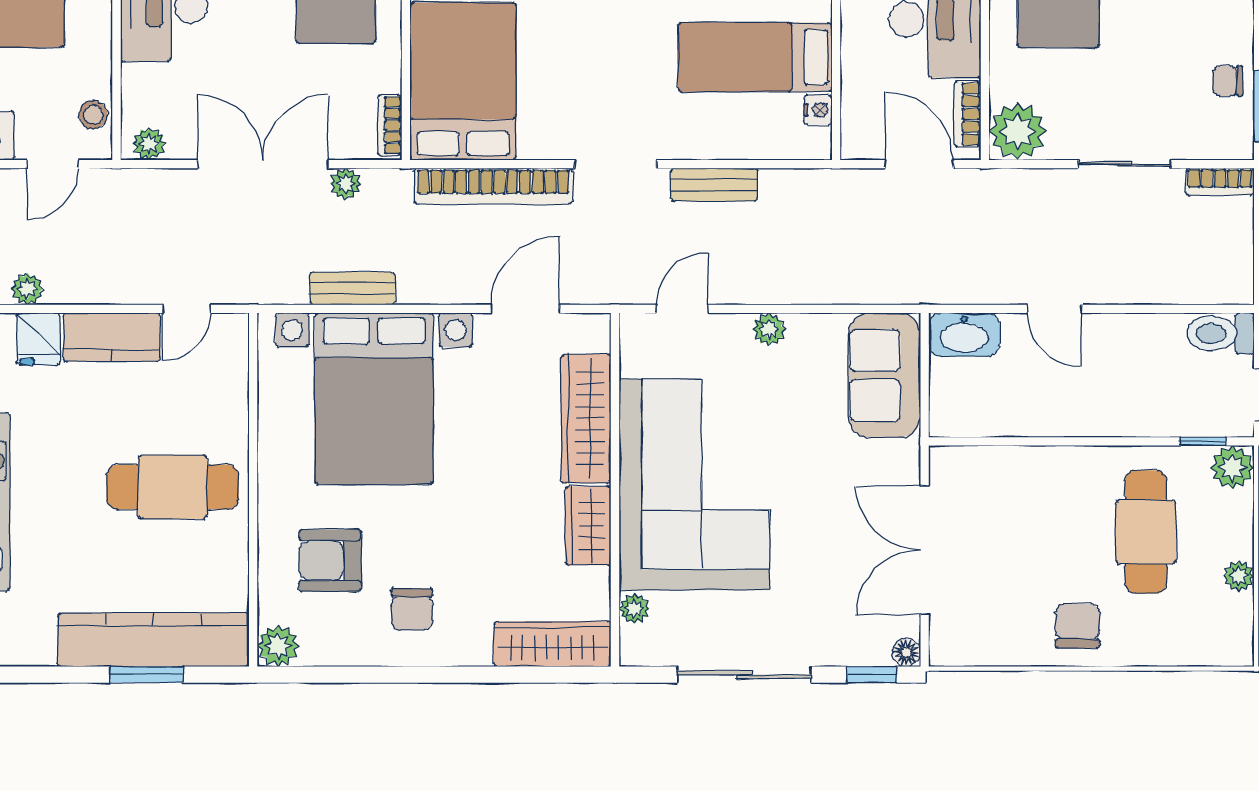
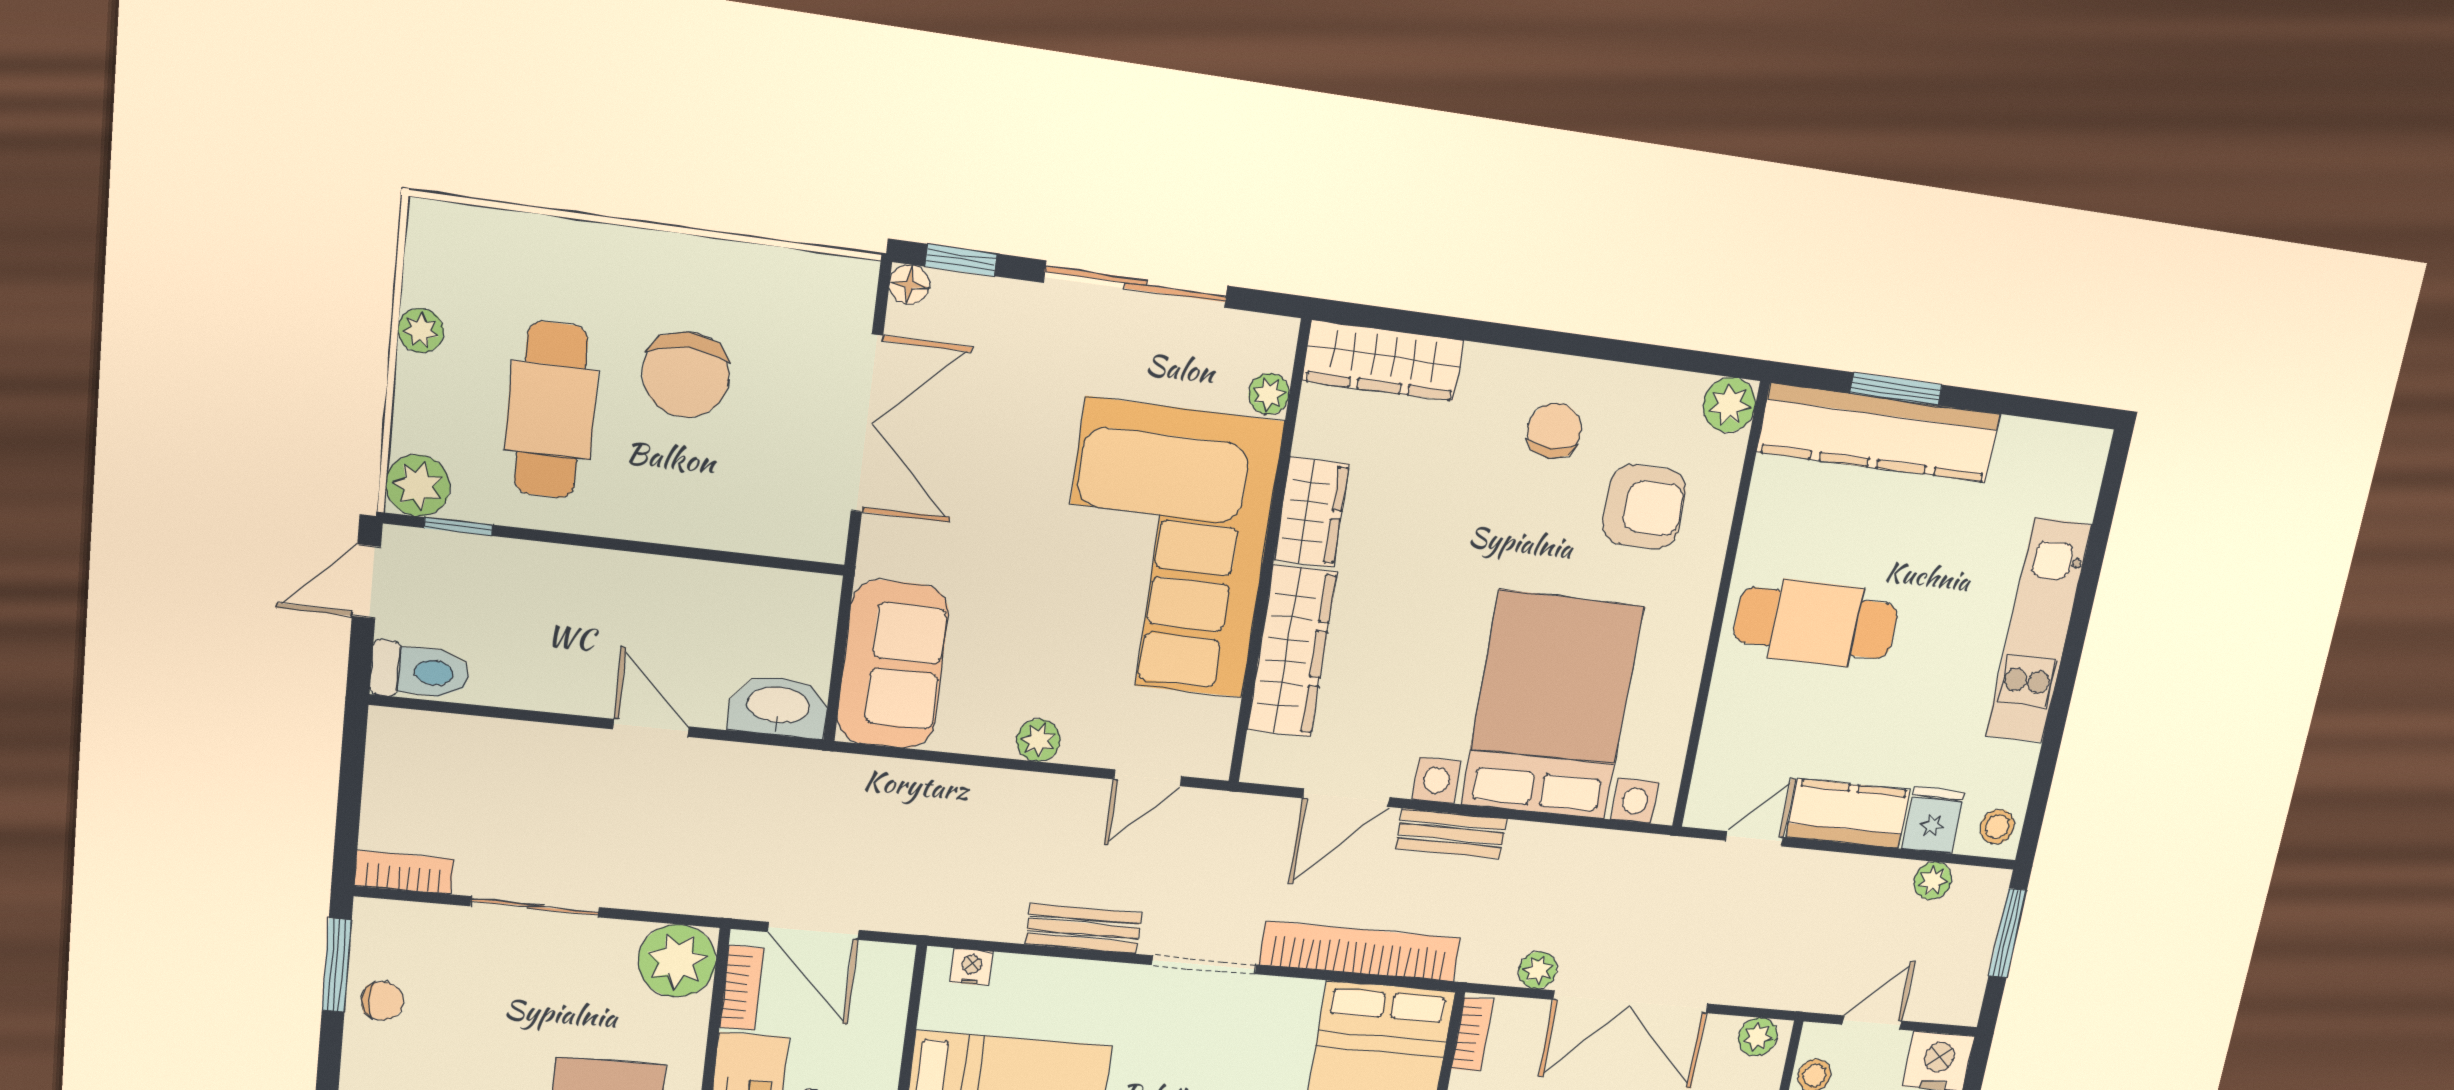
nightstand: (818, 110) -> (971, 967), moved, turned 90
bench: (353, 289) -> (1451, 834), moved
chair: (1077, 626) -> (686, 375), moved, width x1.37, depth x1.37

